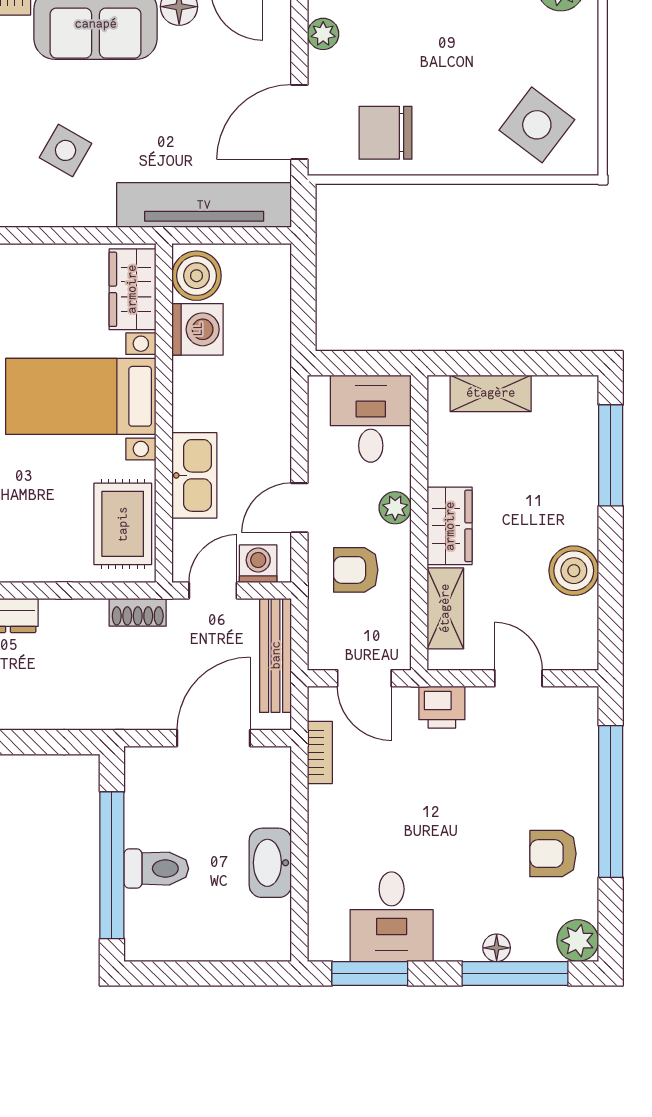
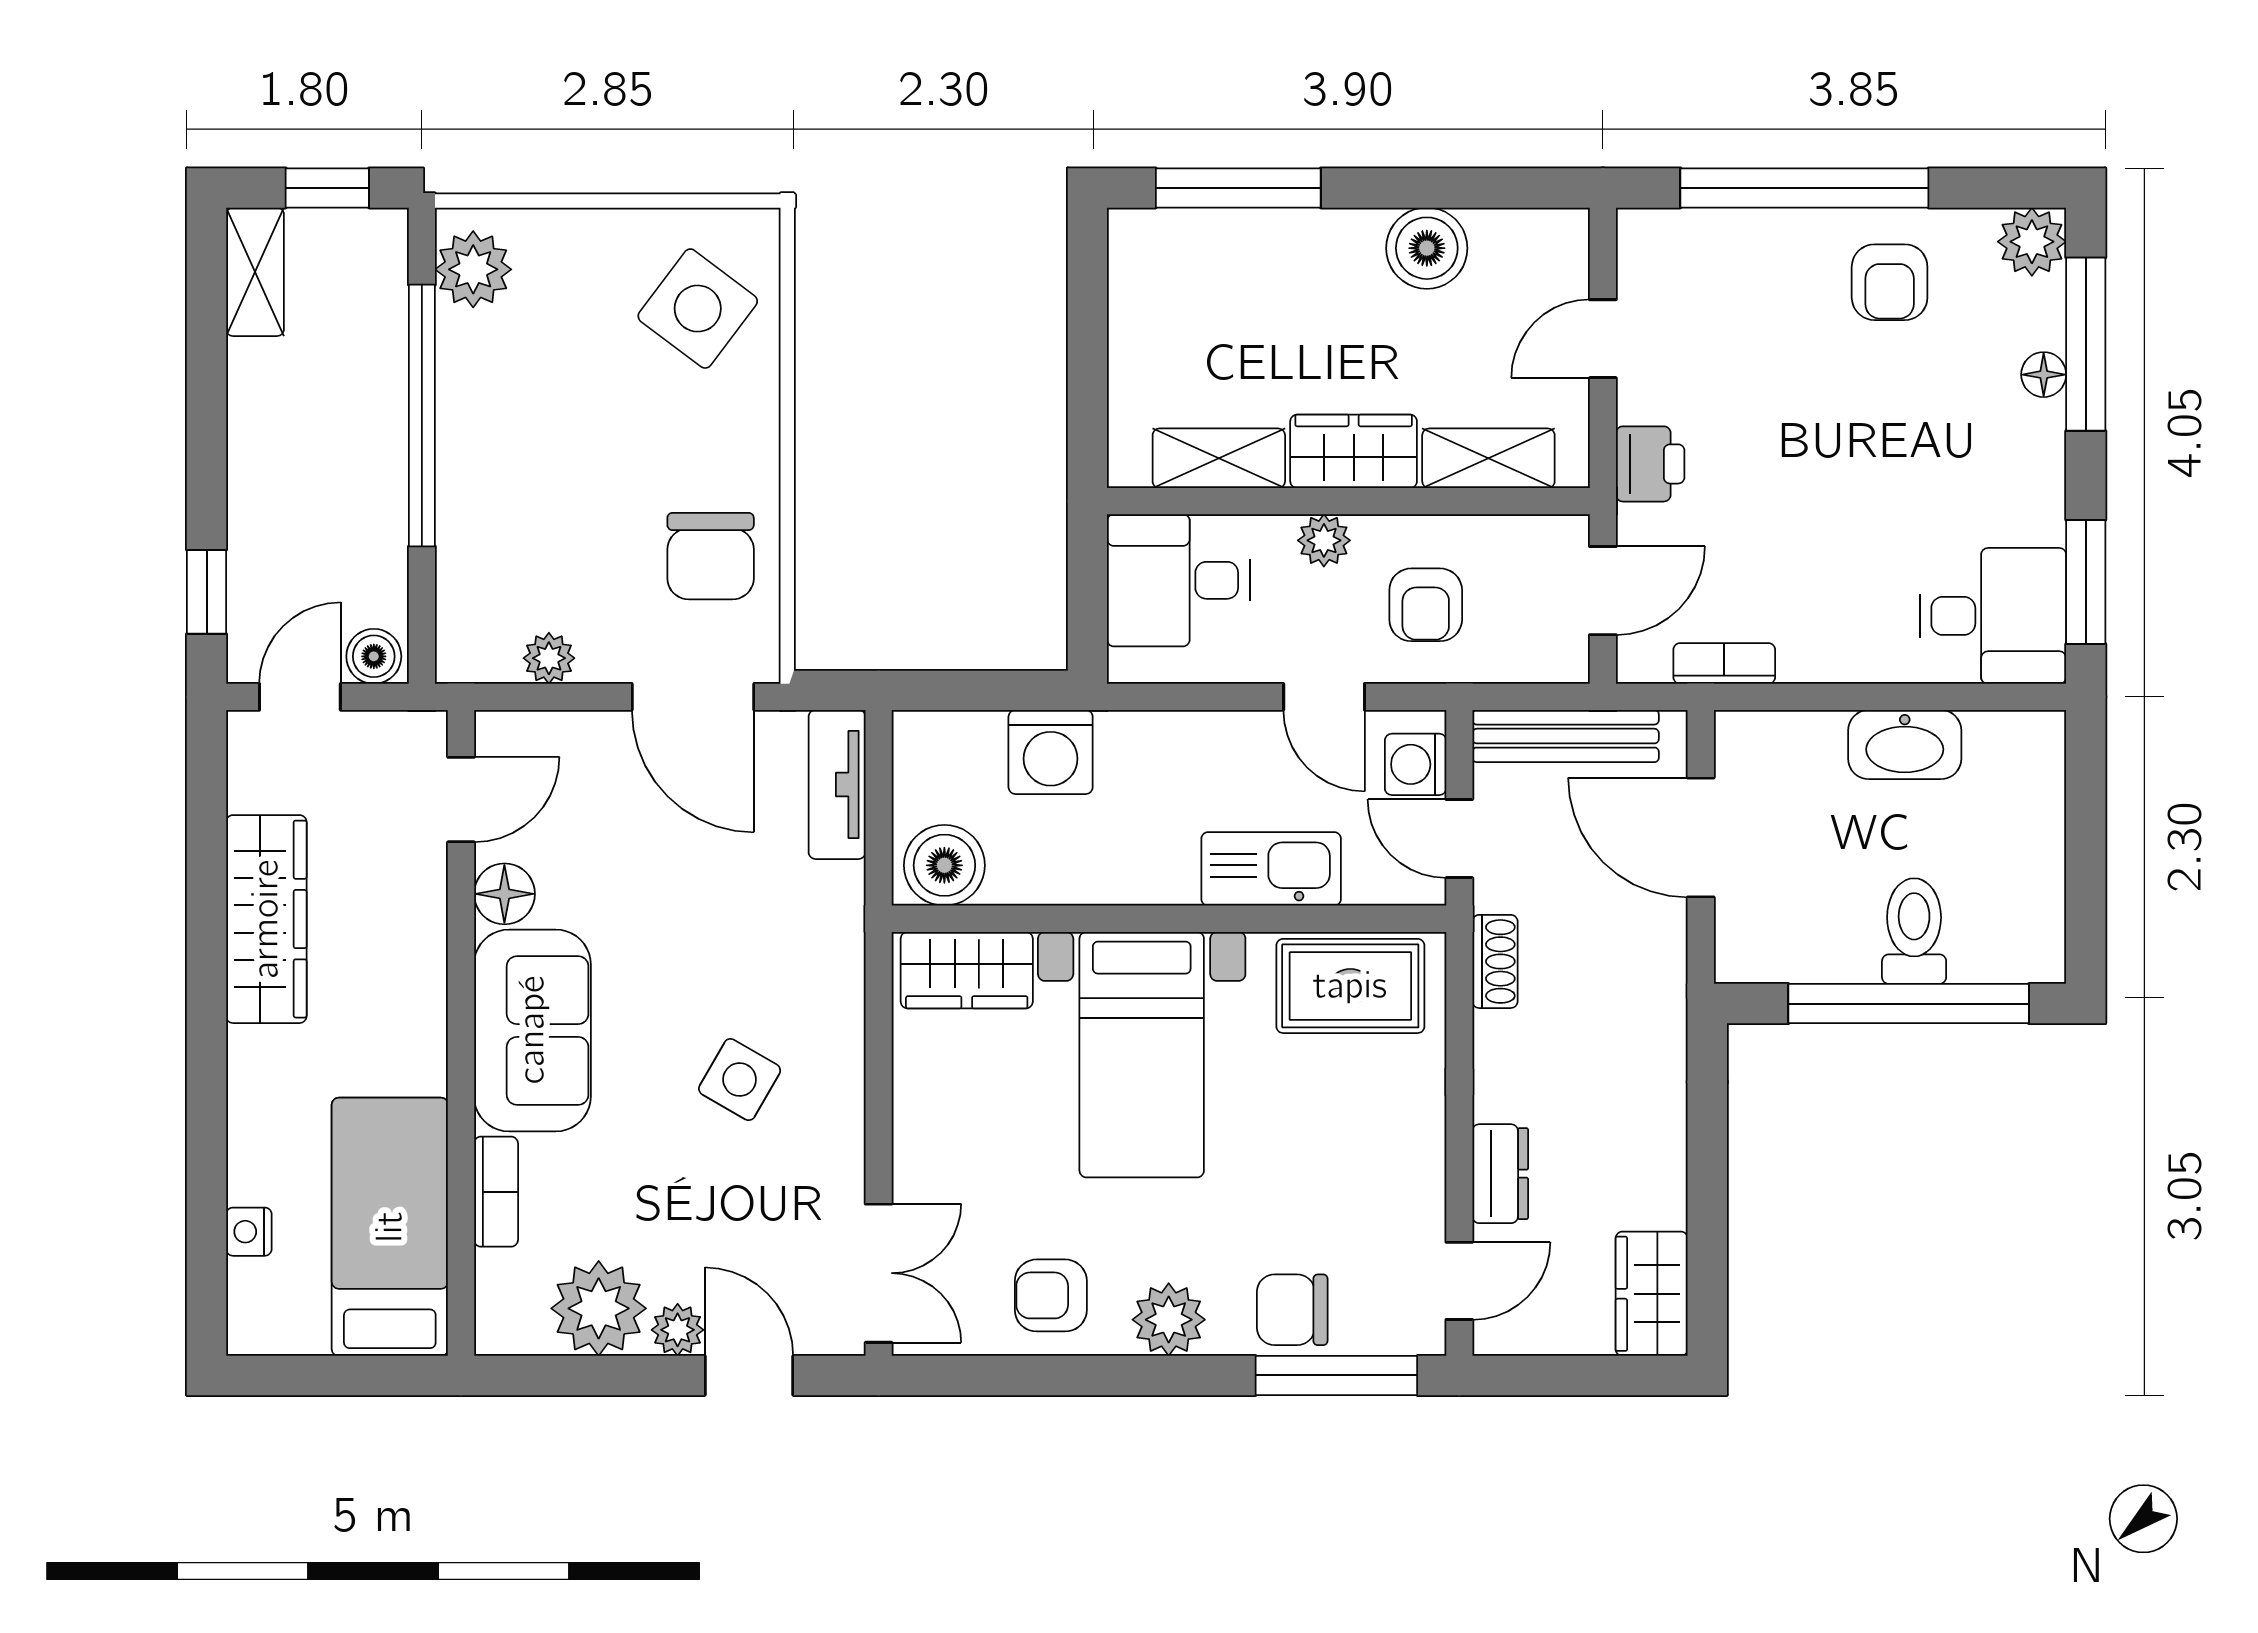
tv unit: (204, 205) -> (837, 784), width x0.52, depth x0.78
washing machine: (198, 329) -> (1051, 752), moved, turned 180
shelving: (491, 393) -> (1219, 458), moved, turned 90
desk: (392, 917) -> (1993, 616), moved

